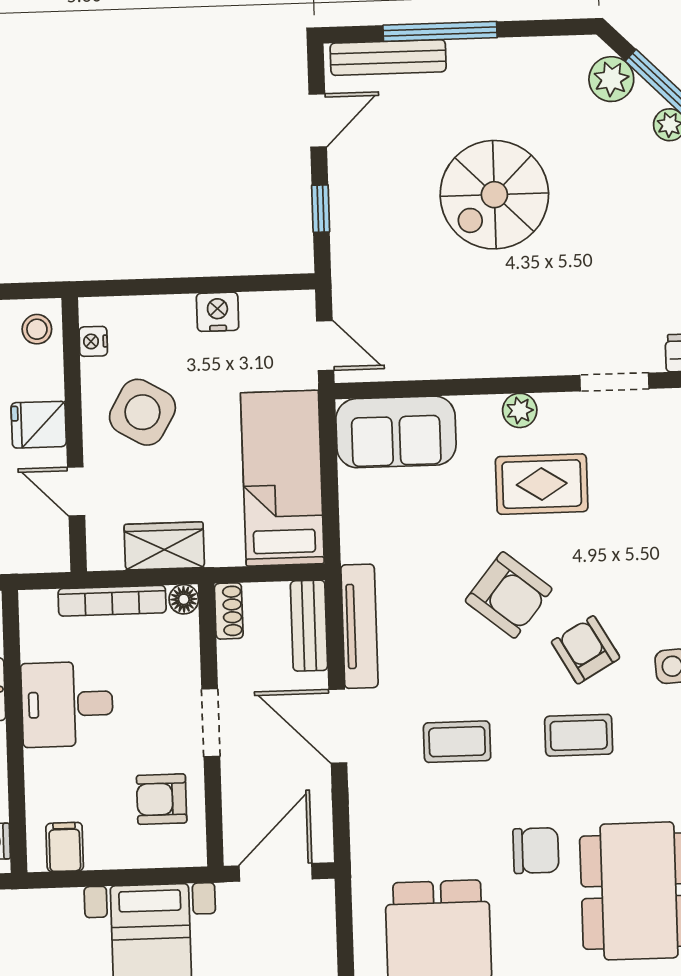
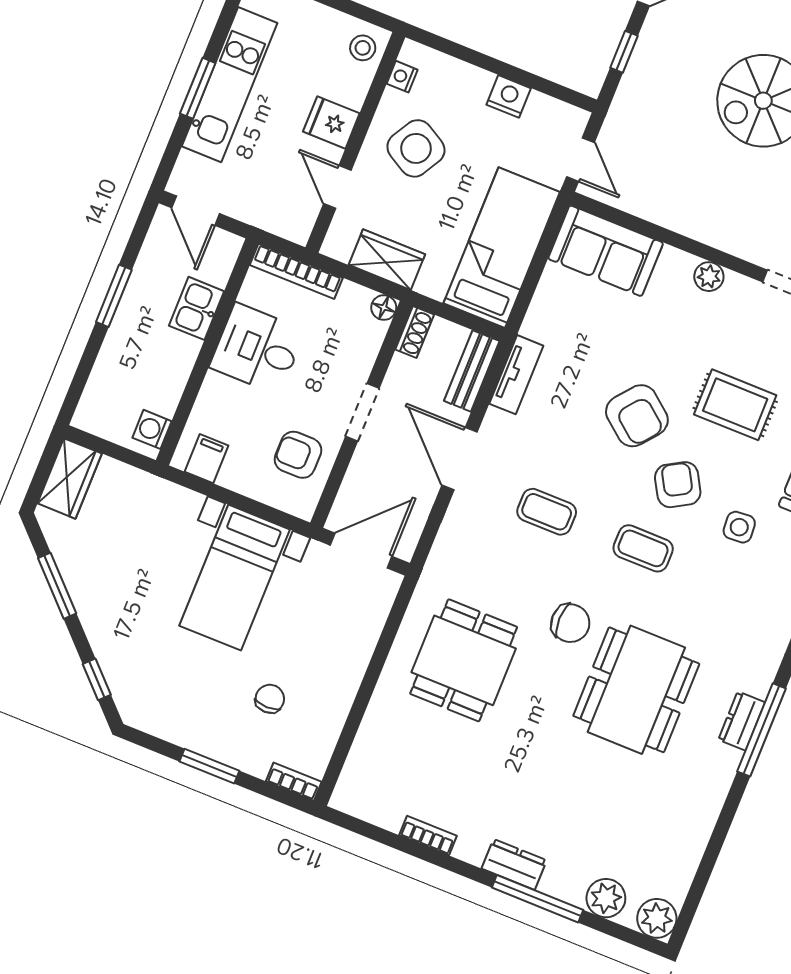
rug: (542, 484) -> (735, 405), moved
bookcase: (112, 601) -> (296, 271), moved
tv unit: (359, 626) -> (516, 375), width x0.71

